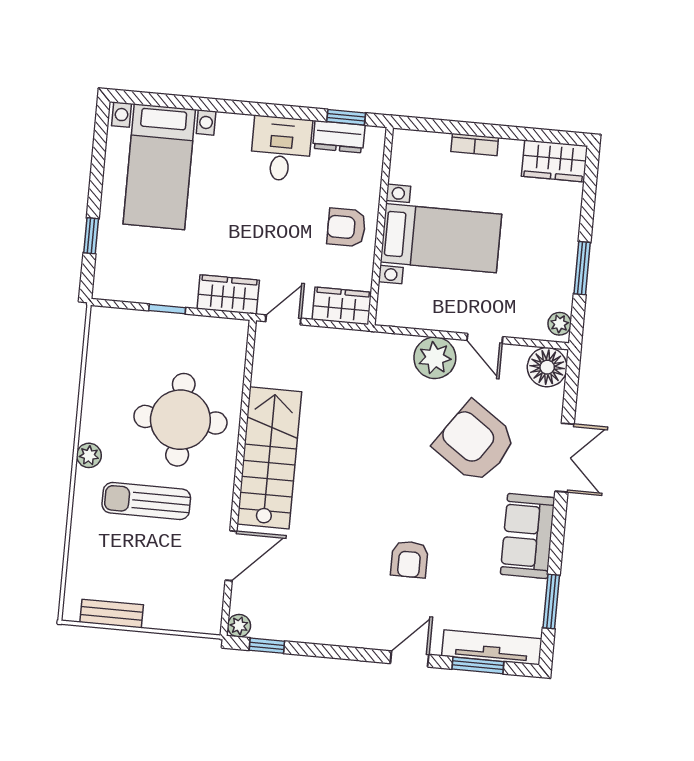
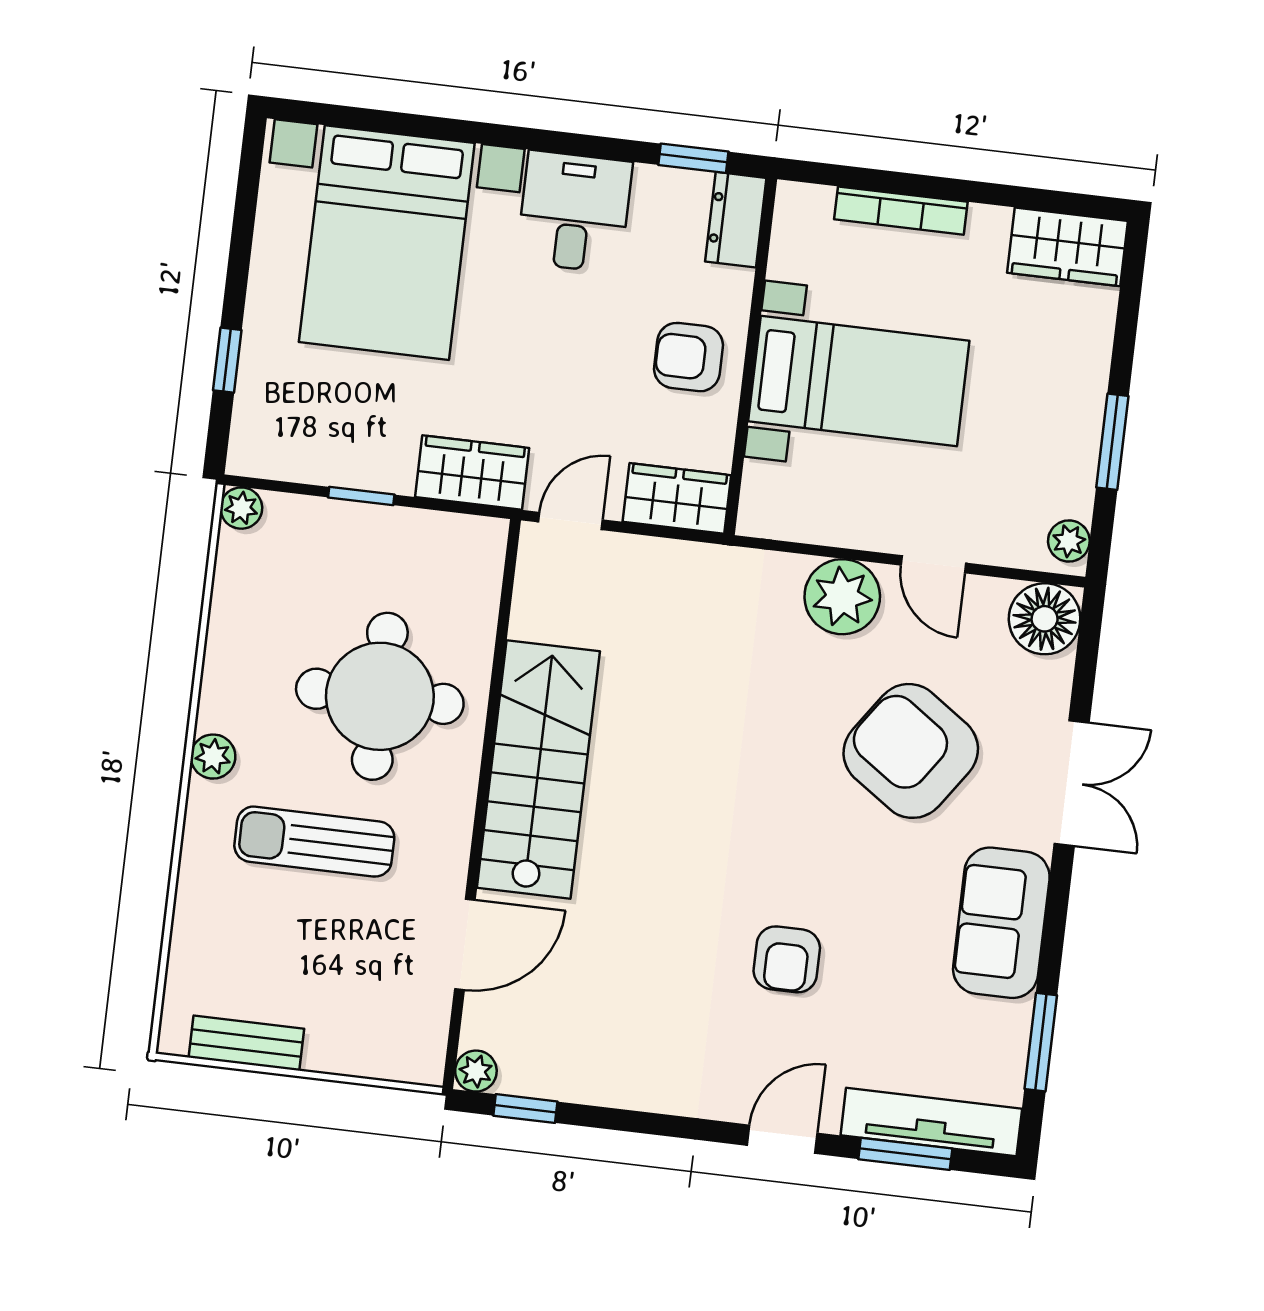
dresser: (339, 137) -> (736, 220), moved, turned 90
bookcase: (475, 144) -> (901, 211), width x1.56
bed with nightstands: (159, 167) -> (387, 243), width x1.36
plant: (101, 317) -> (241, 508), added

